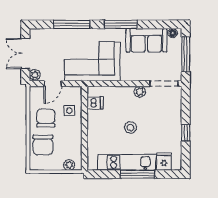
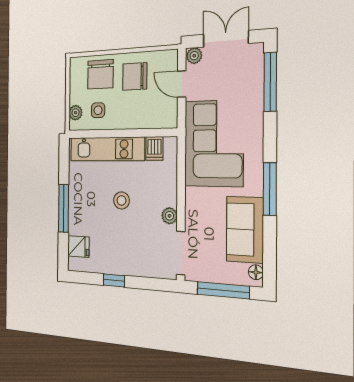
window: (72, 24) -> (270, 82), moved
side table: (69, 111) -> (98, 110), moved
chair: (46, 118) -> (135, 76), turned 180
chair: (43, 145) -> (100, 74), turned -90
kitchen unit: (127, 162) -> (107, 149), moved, turned 90

